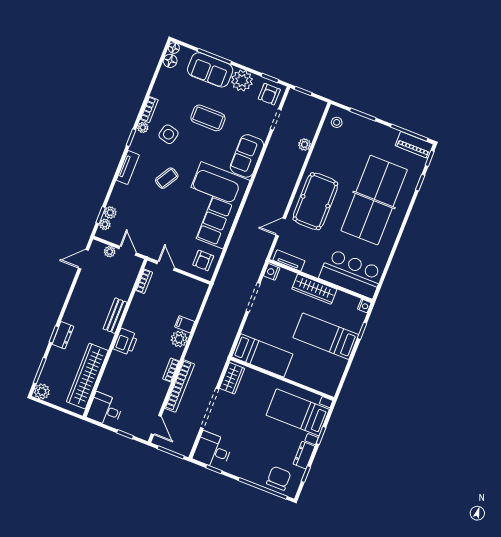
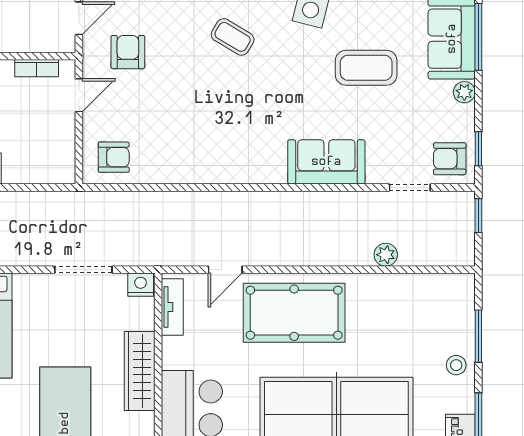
plant: (242, 81) -> (464, 92), width x0.53, depth x0.53
coffee table: (208, 118) -> (366, 68), turned 90
stool: (337, 122) -> (456, 365), moved
corner sofa: (212, 205) -> (216, 135), removed
door: (281, 227) -> (225, 270), swing flipped
armchair: (154, 233) -> (128, 52), added
armchair: (203, 260) -> (114, 157), turned 180

